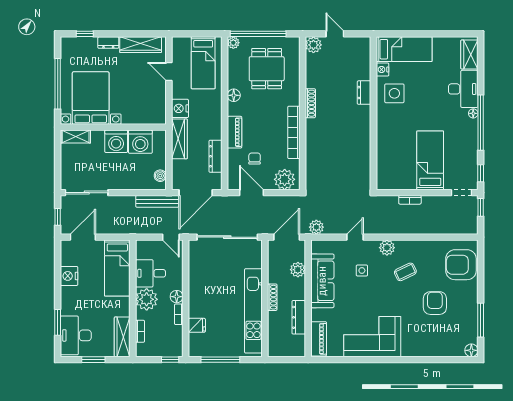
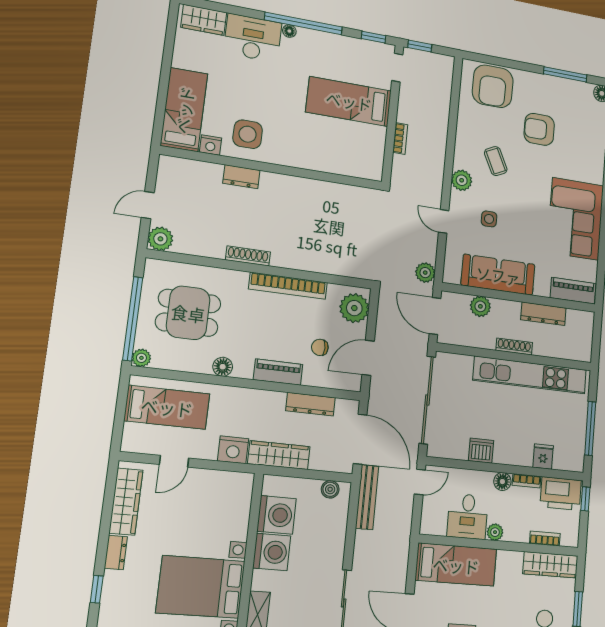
dishwasher: (196, 279) -> (481, 451), added
plant: (147, 299) -> (495, 532), width x0.53, depth x0.53
printer: (172, 341) -> (561, 494), added

